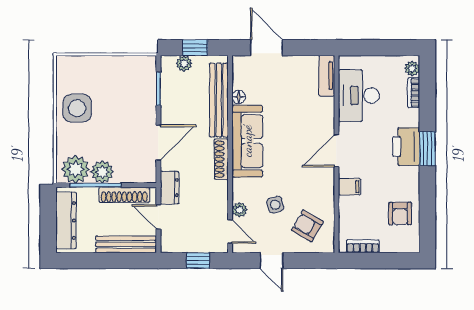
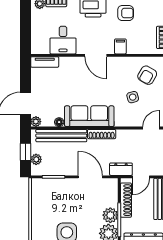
desk: (359, 96) -> (63, 40), width x0.73
plant: (239, 210) -> (36, 122), moved
armchair: (400, 214) -> (126, 13), moved

